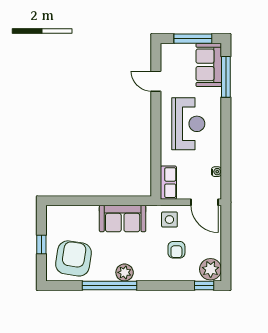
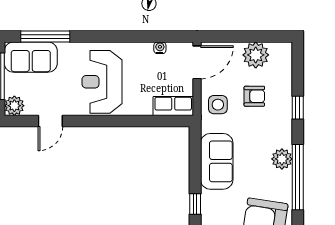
plant: (169, 51) -> (14, 106), added
reception desk: (188, 124) -> (102, 82), turned -90
window: (87, 201) -> (195, 204), added
plant: (211, 269) -> (256, 55), moved
window: (204, 286) -> (298, 108), moved

